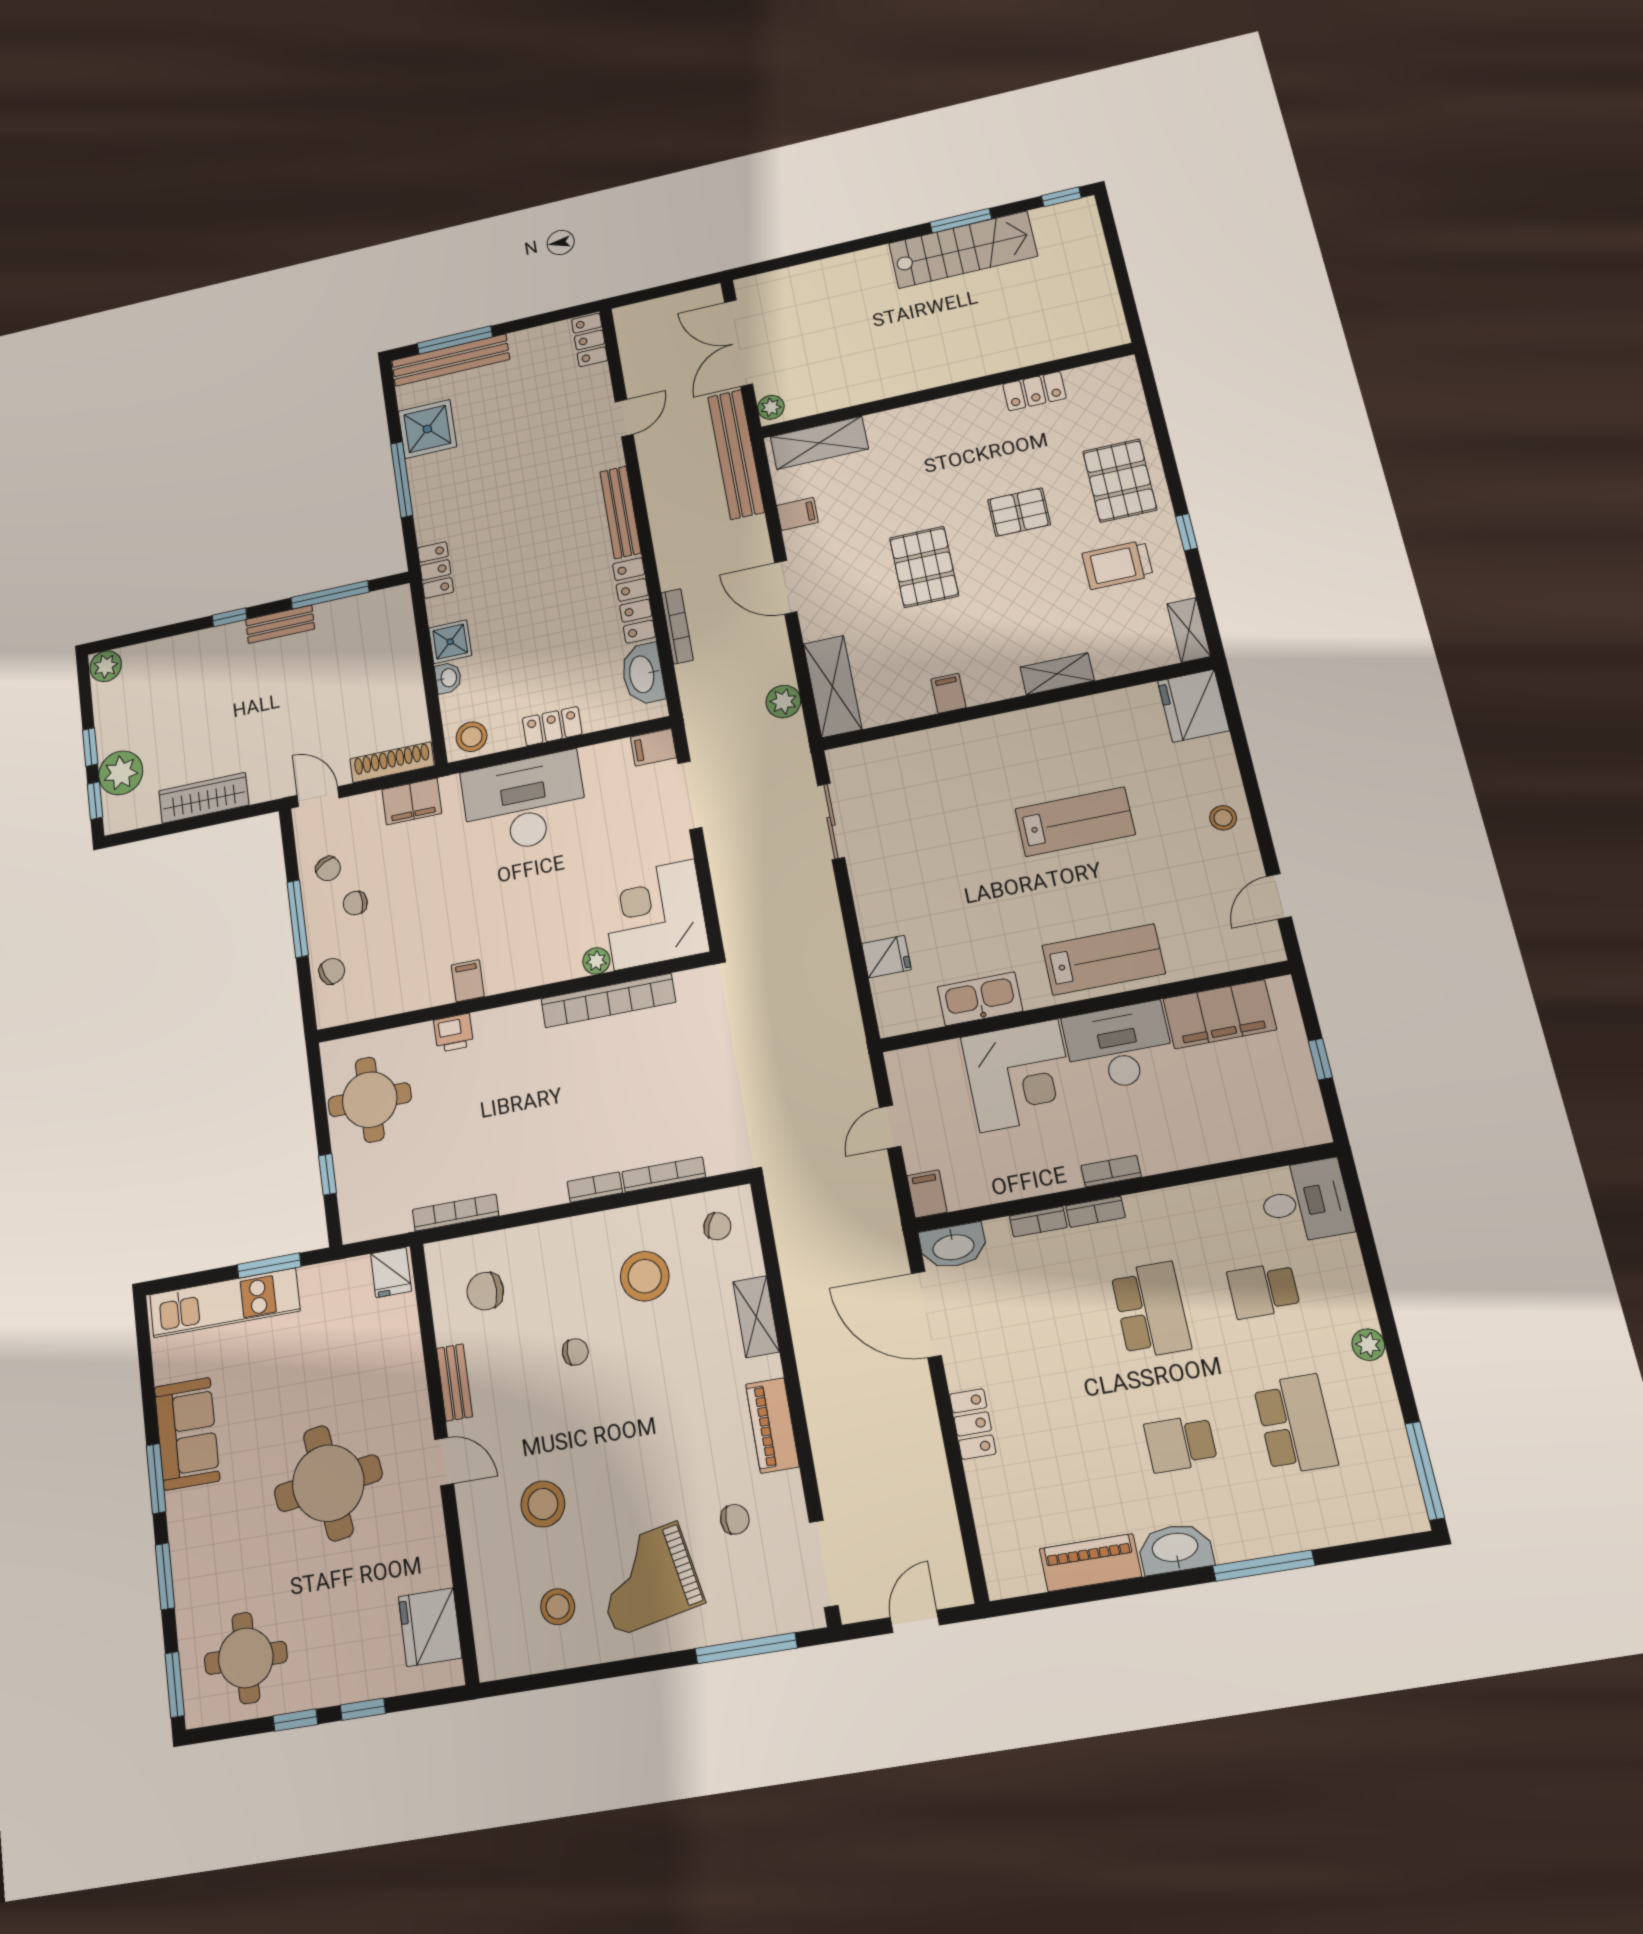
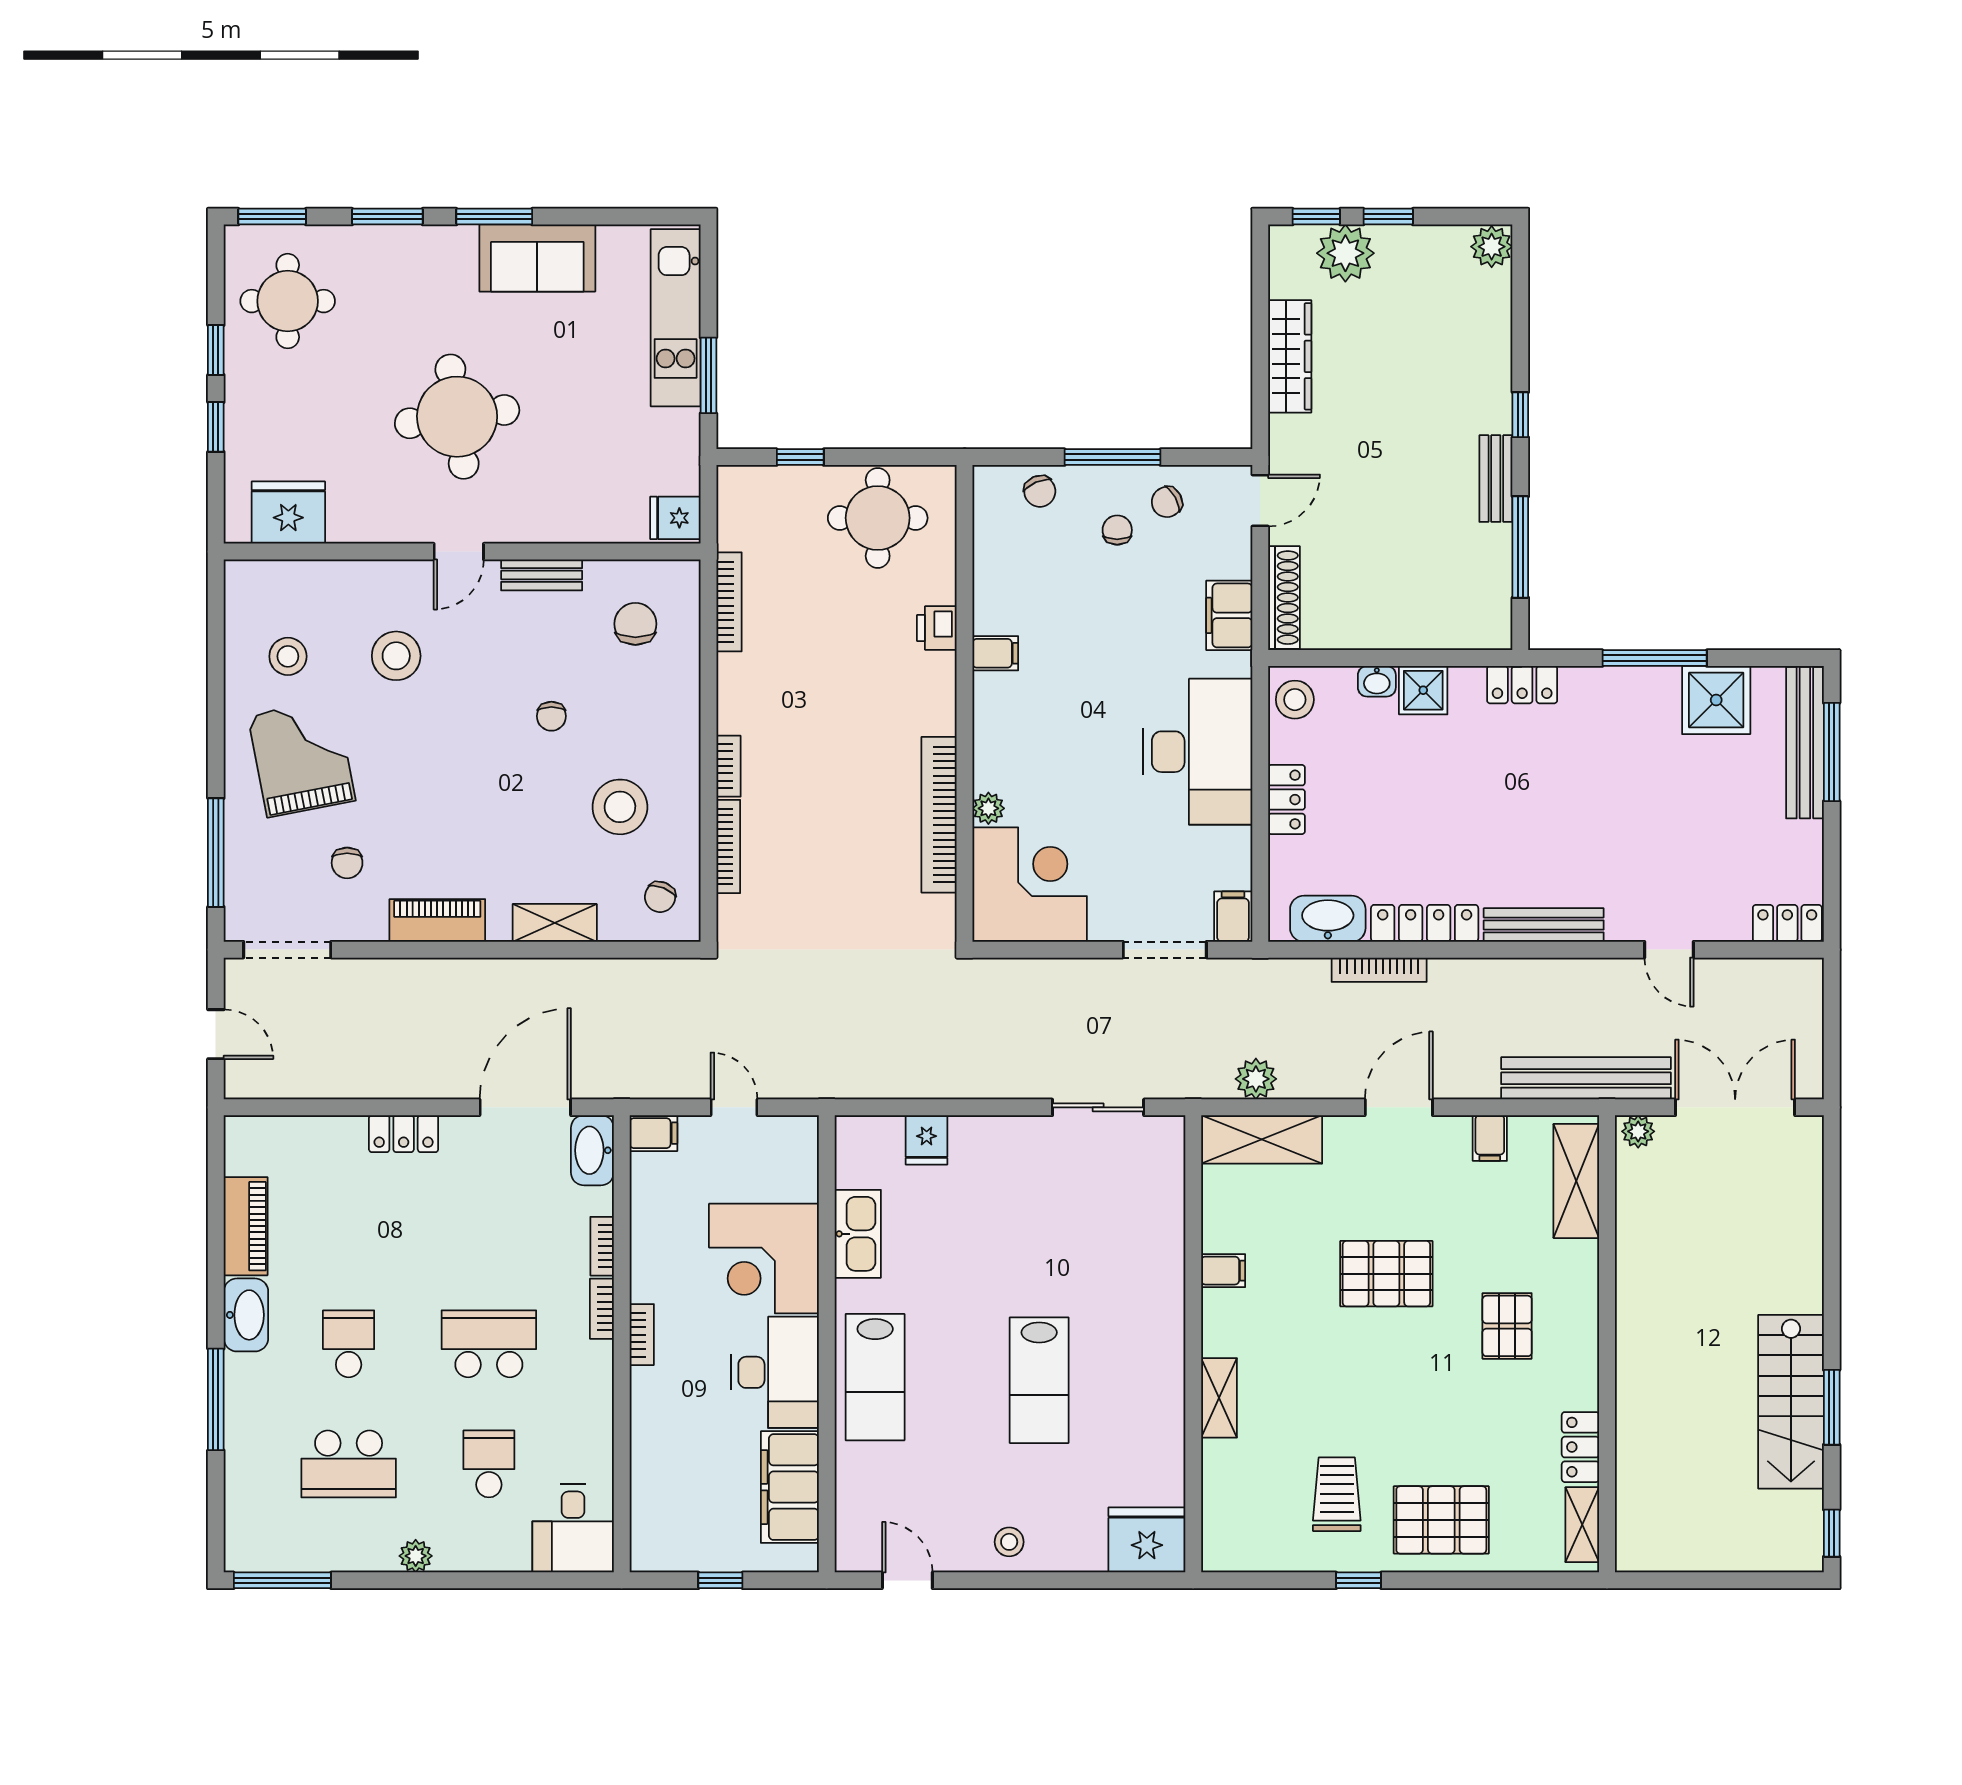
pallet: (1019, 512) -> (1507, 1326), moved
shelving: (1189, 630) -> (1582, 1525), moved, turned 90
school desk: (1151, 1310) -> (489, 1344), turned 180

